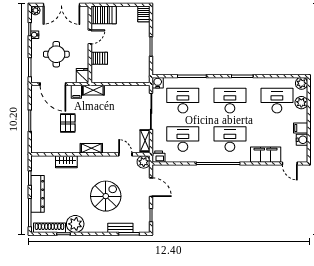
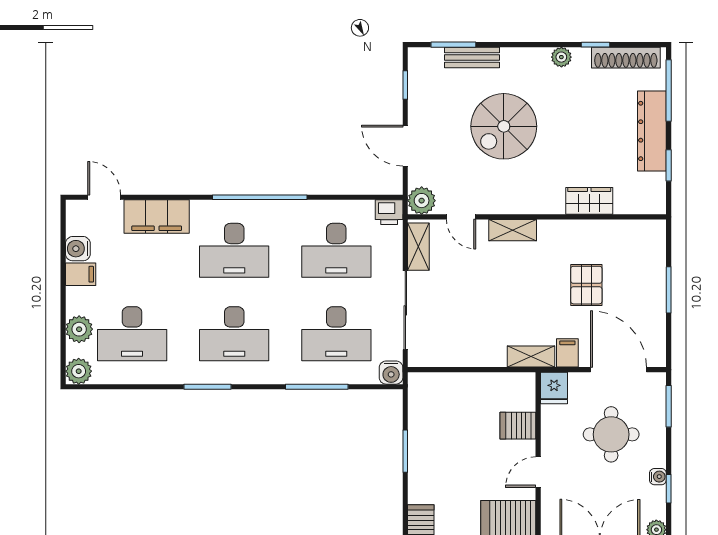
shelving: (91, 148) -> (513, 230), moved
plant: (75, 224) -> (561, 57), width x0.53, depth x0.53

